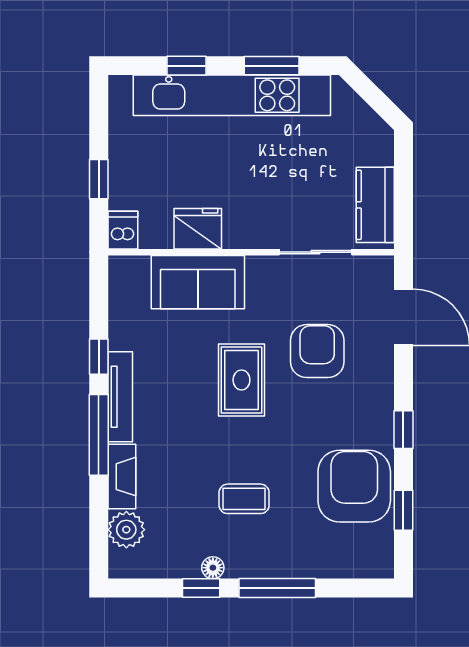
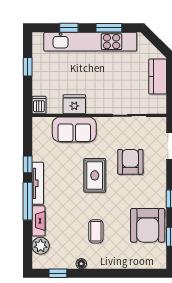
window: (99, 179) -> (28, 67), moved
kitchen counter: (375, 205) -> (158, 76), moved
armchair: (354, 486) -> (148, 225), turned 180
coffee table: (244, 499) -> (96, 231), turned 90
window: (201, 588) -> (58, 273), moved
window: (277, 588) -> (112, 273), removed

